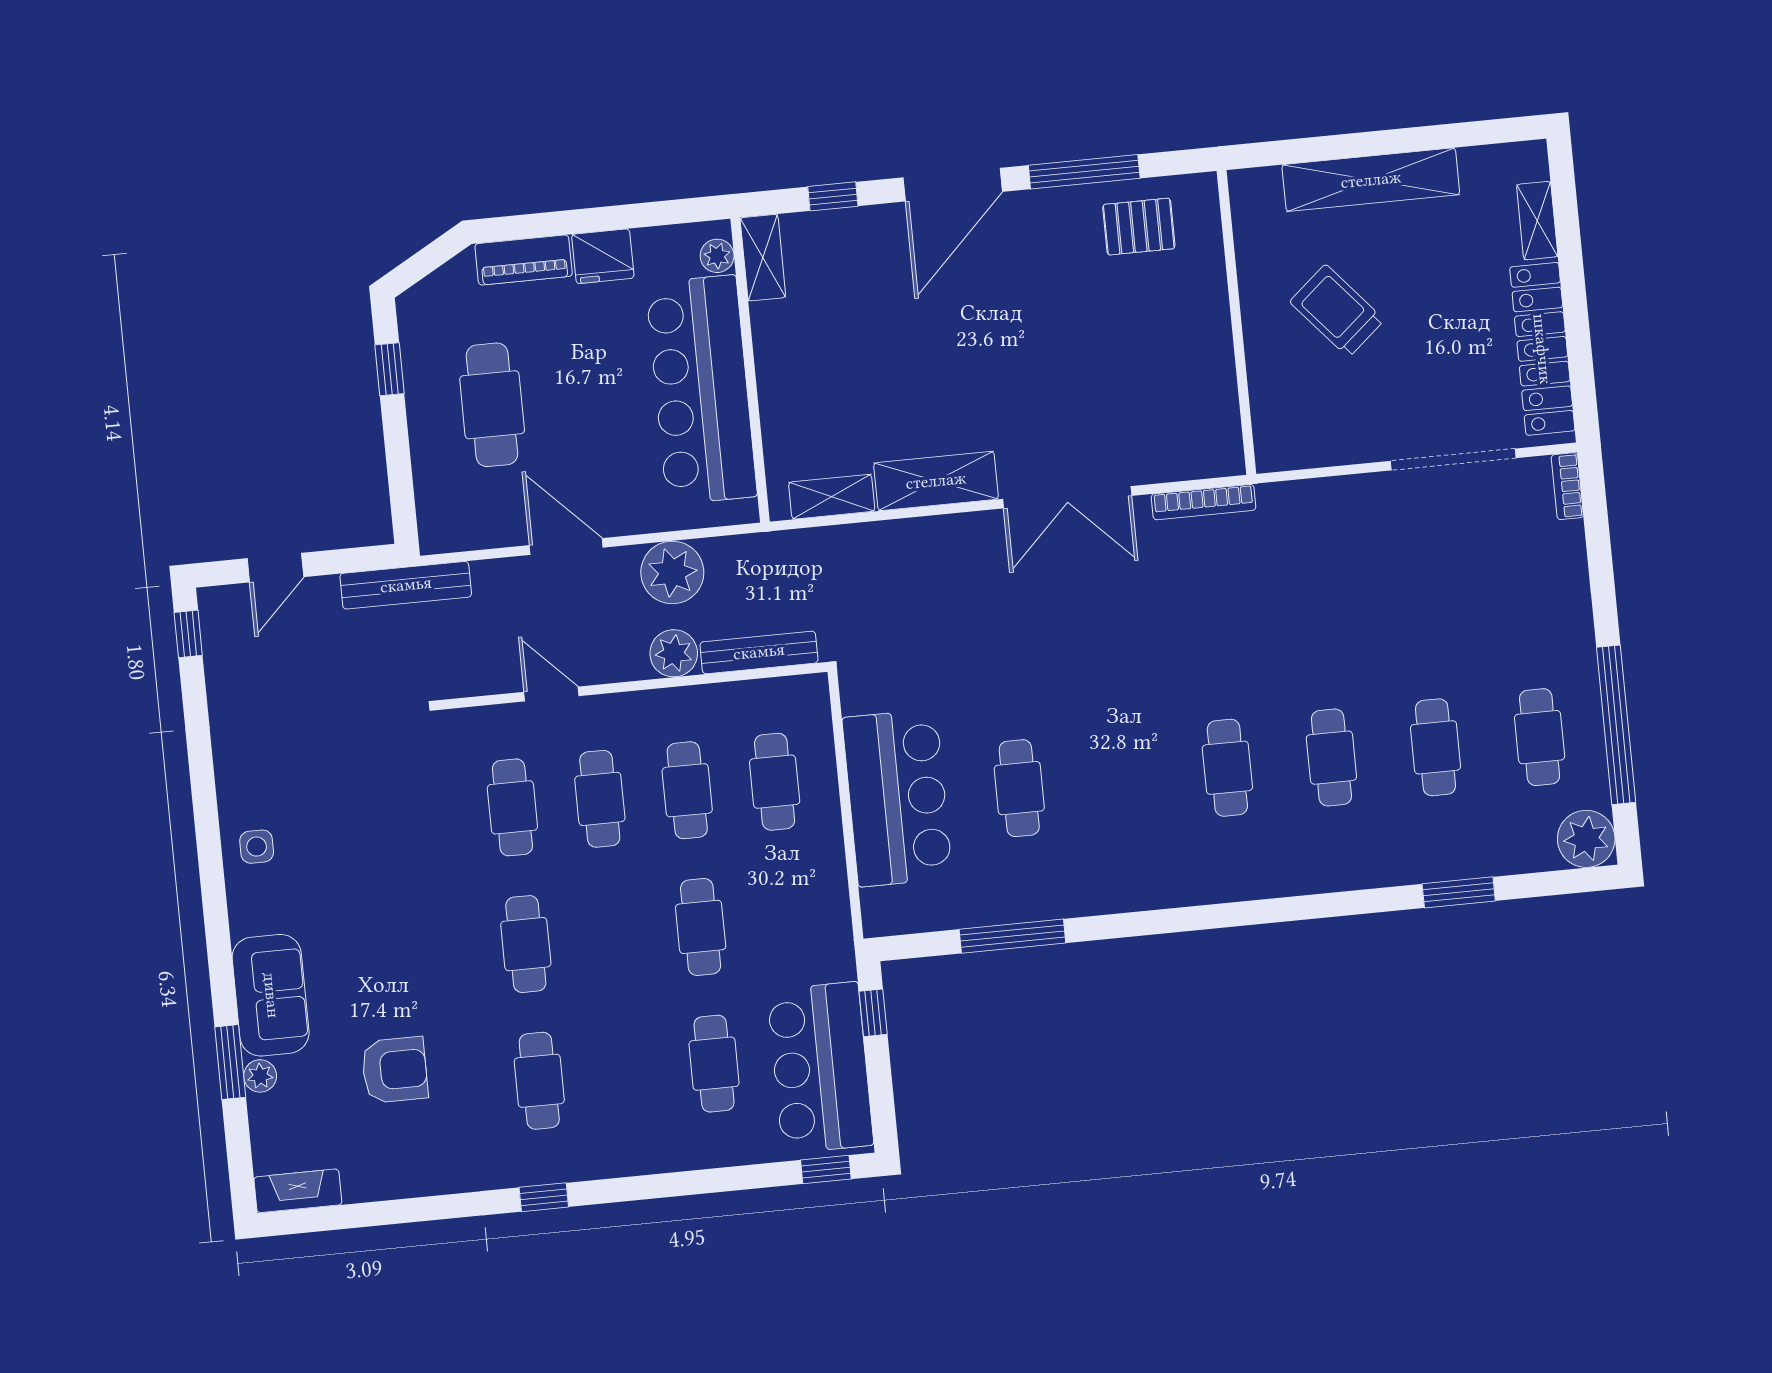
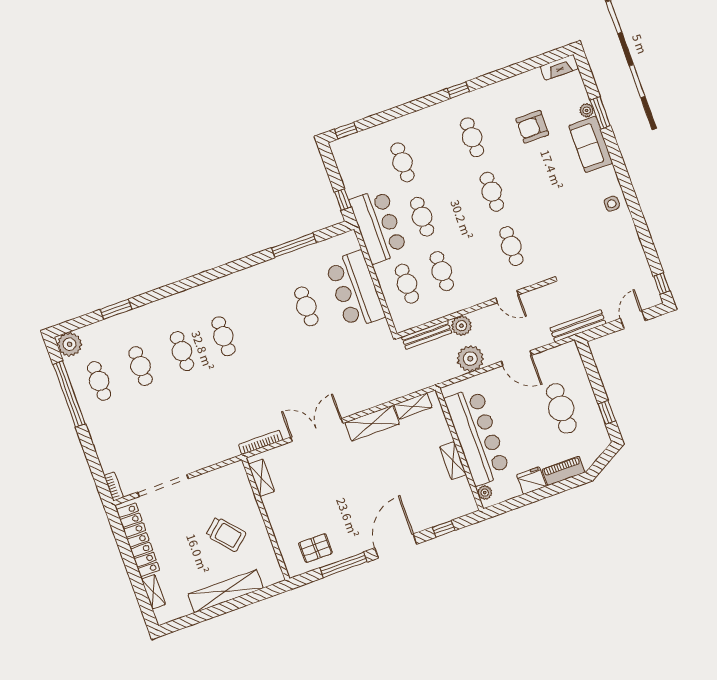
shelving: (763, 258) -> (453, 461), moved
shelving: (1222, 420) -> (261, 478), added
cafe table: (600, 799) -> (477, 259), removed
bar counter: (820, 1068) -> (378, 226), moved

